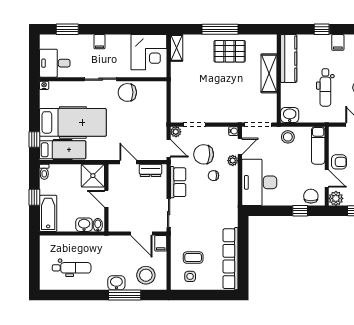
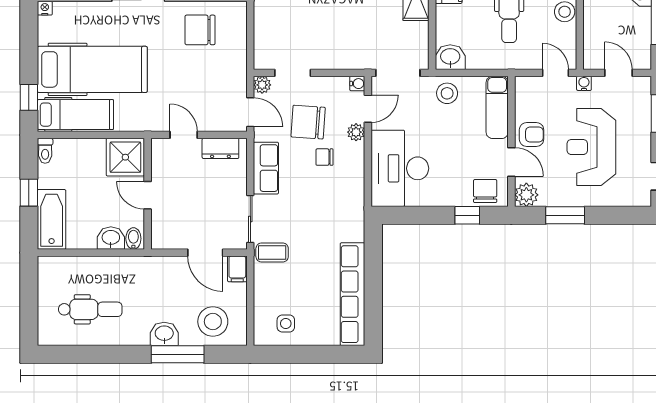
chair: (127, 92) -> (200, 30), moved
coffee table: (193, 258) -> (272, 252), moved

